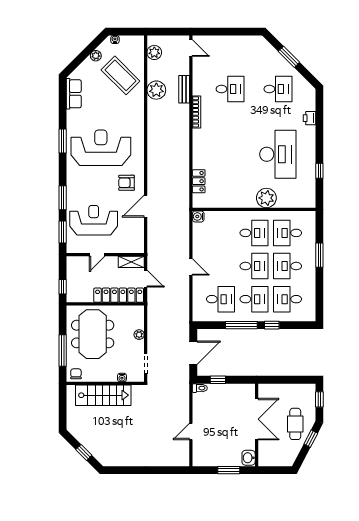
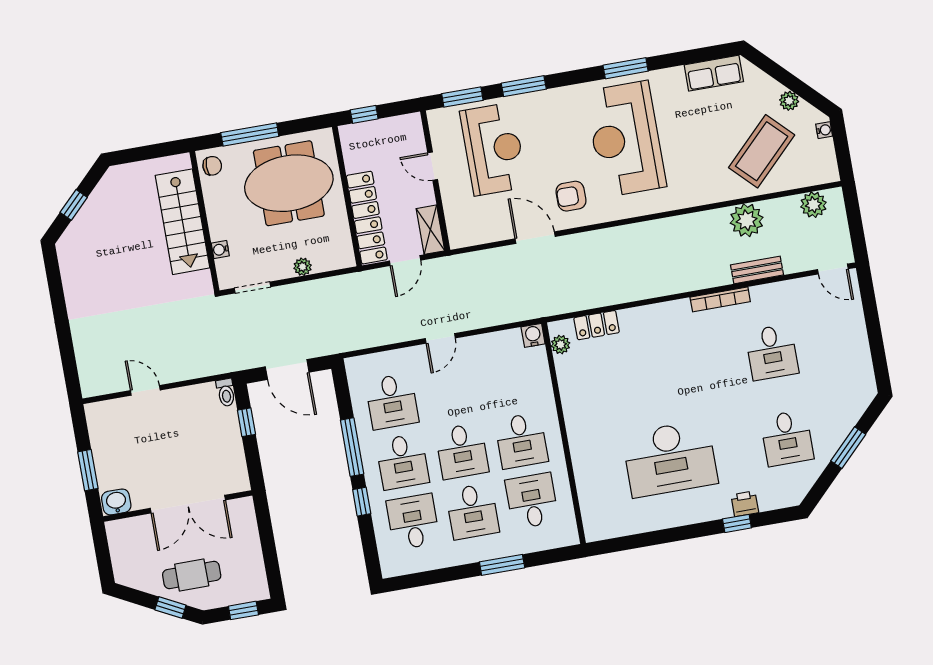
door: (191, 48) -> (833, 269), hinge flipped
reception desk: (101, 148) -> (626, 139), turned 180
window: (319, 171) -> (737, 523), moved
armchair: (127, 183) -> (571, 196), turned -90
plant: (266, 198) -> (561, 345), moved, width x0.53, depth x0.53
desk: (288, 266) -> (473, 511), turned 180

